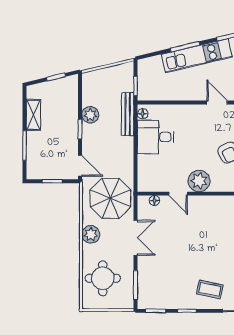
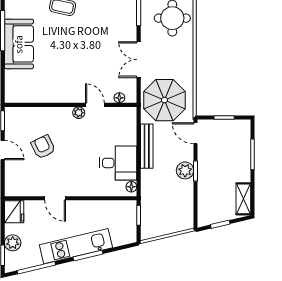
bench: (128, 114) -> (147, 146), moved
shelving: (33, 115) -> (243, 199), moved
plant: (90, 115) -> (185, 170), moved
plant: (199, 181) -> (79, 113), width x0.53, depth x0.53
plant: (91, 234) -> (185, 63), removed

